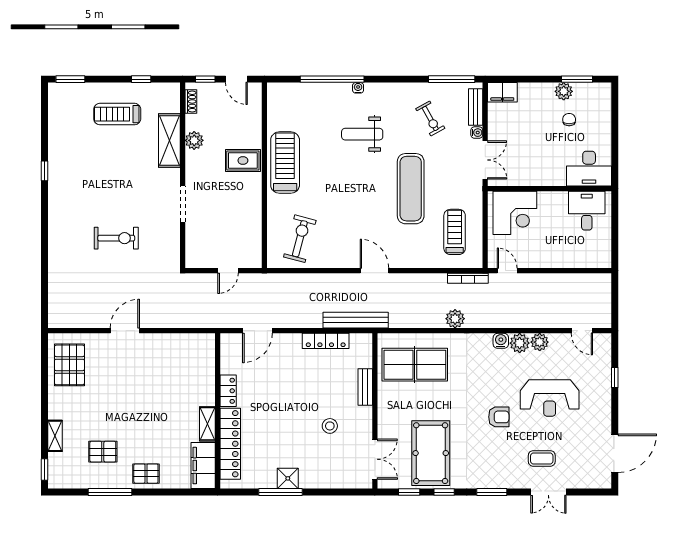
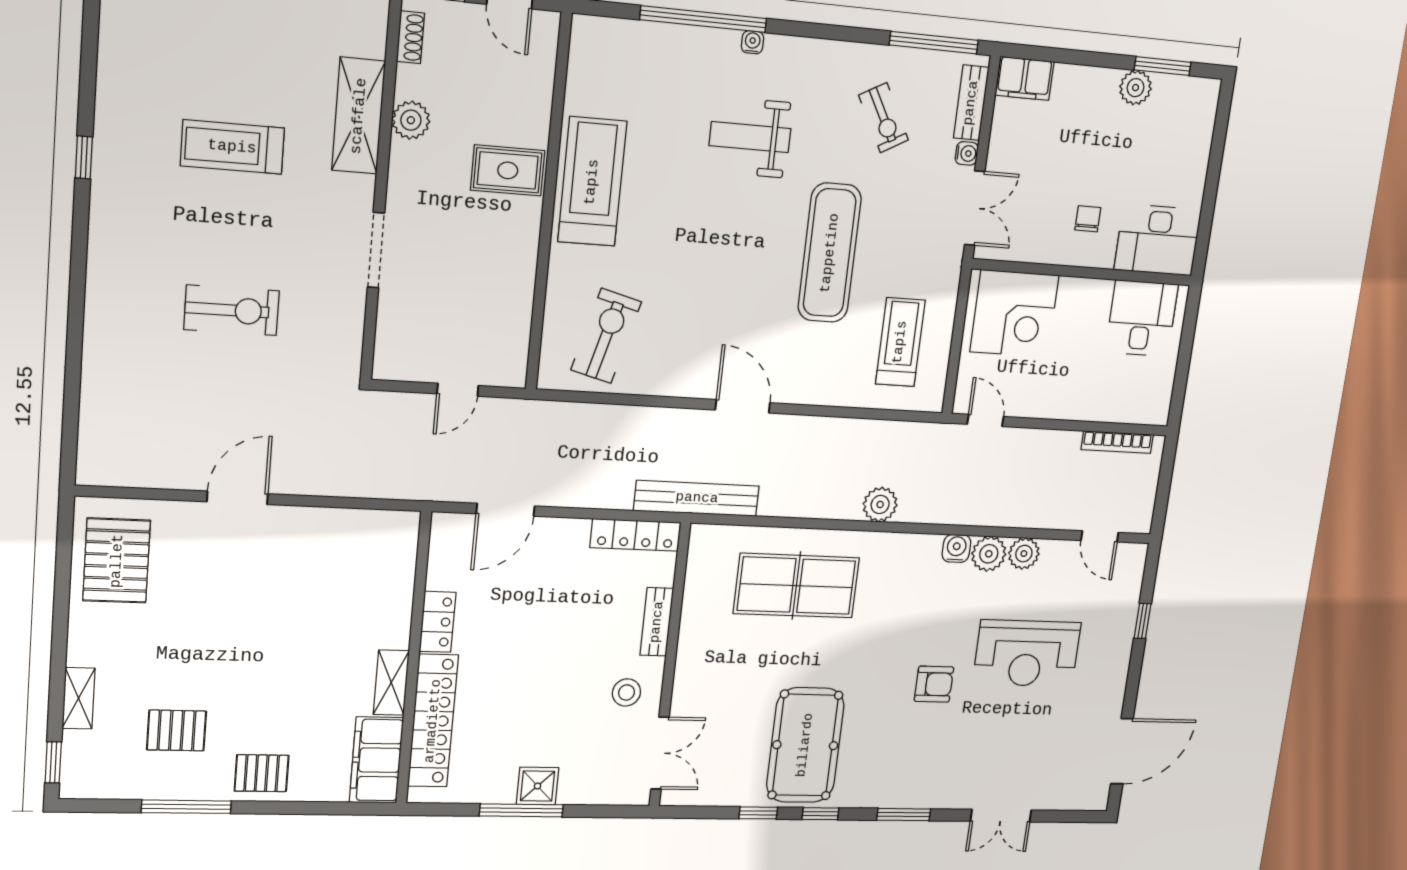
treadmill: (117, 114) -> (232, 147), moved
chair: (569, 120) -> (1088, 219), moved
bookcase: (468, 278) -> (1117, 442), moved
bench: (365, 387) -> (657, 622), moved
wall: (375, 411) -> (670, 666), moved
coffee table: (542, 458) -> (998, 758), removed
double door: (375, 459) -> (660, 753), moved

